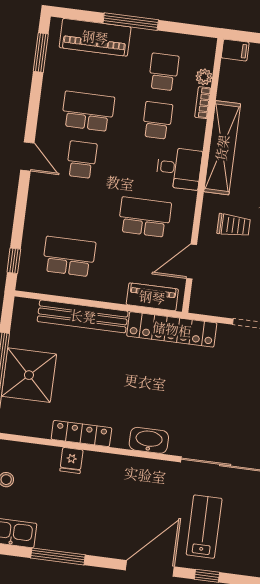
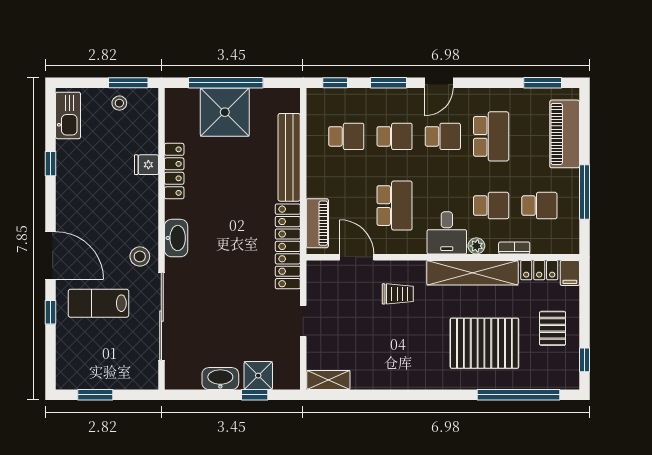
window: (131, 22) -> (585, 192), moved
plant: (204, 77) -> (476, 246), moved
locker: (228, 80) -> (539, 270), added
window: (21, 207) -> (389, 83), added
school desk: (75, 208) -> (395, 136), added
trolley: (234, 225) -> (398, 294), turned -90
school desk: (69, 256) -> (346, 136), width x0.54
stool: (163, 479) -> (140, 256), added
lab bench: (204, 527) -> (98, 303), turned 180
window: (58, 556) -> (51, 164), width x0.46

